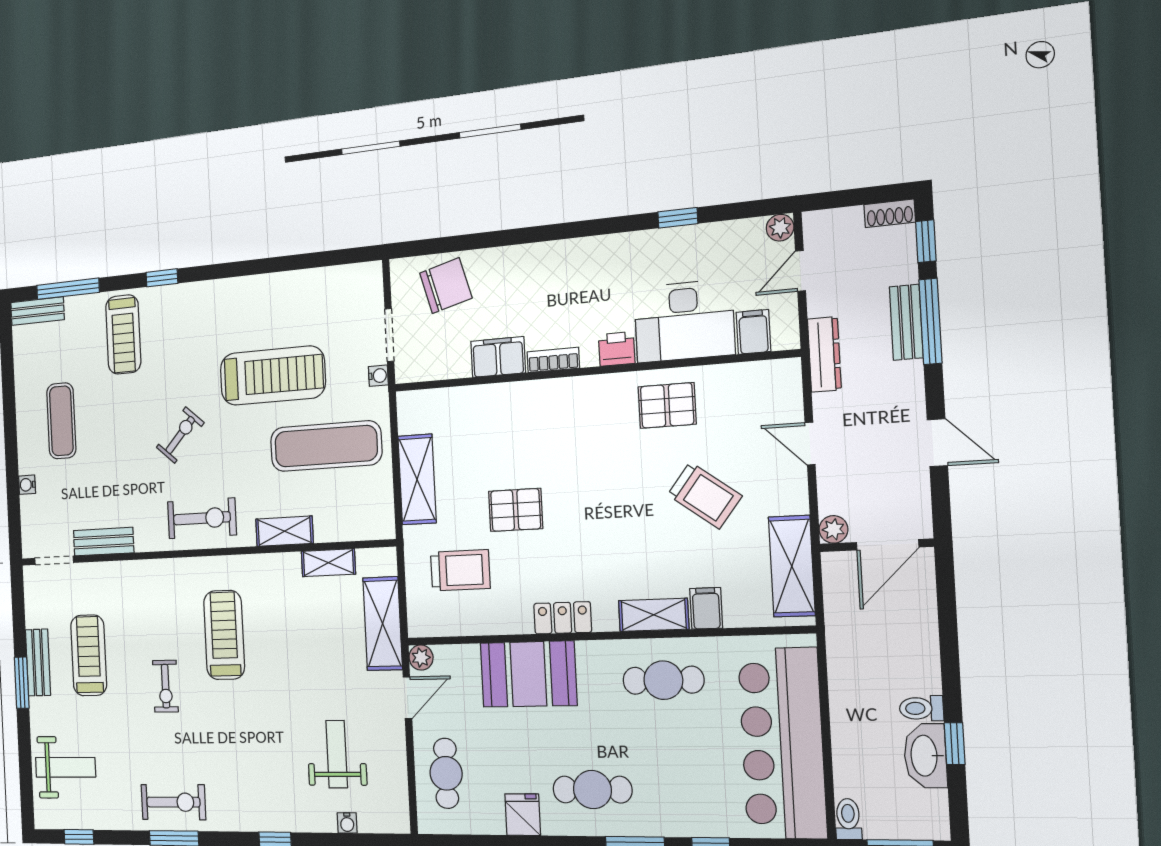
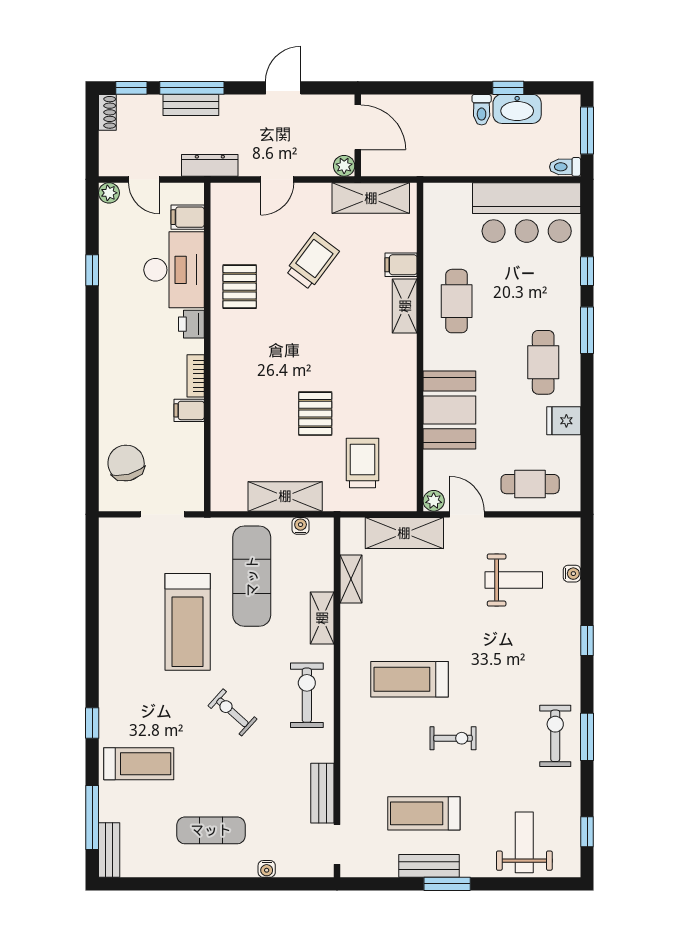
filing cabinet: (498, 357) -> (189, 410), width x0.50
treadmill: (273, 376) -> (188, 622), turned 180
water cooler: (378, 376) -> (301, 526), moved
locker: (563, 618) -> (405, 379), removed
bar counter: (782, 743) -> (527, 212), width x0.73
weight bench: (337, 754) -> (514, 580), turned 180

